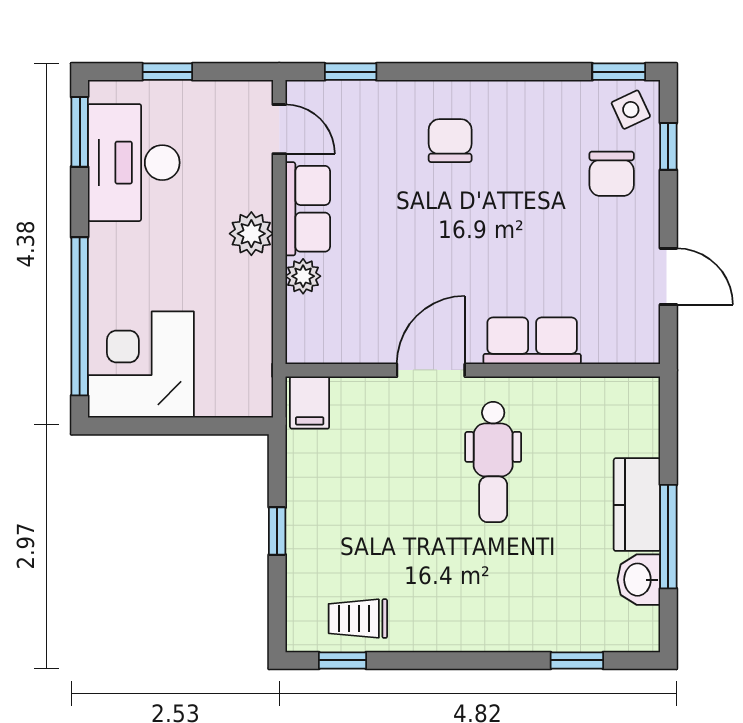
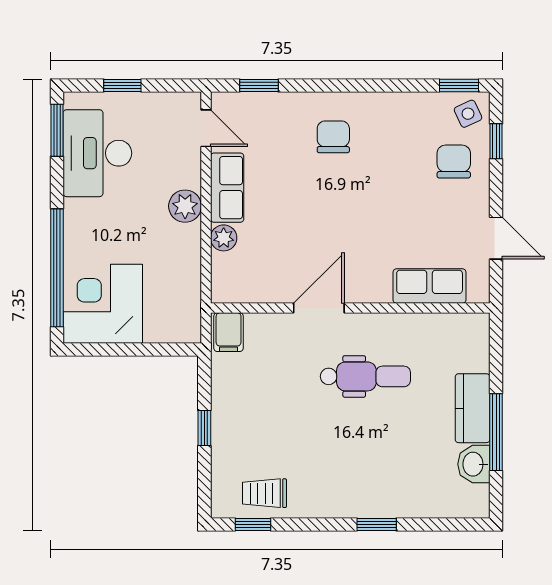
chair: (612, 174) -> (454, 162), turned 180
row of seats: (532, 341) -> (430, 286), moved
dental chair: (493, 462) -> (365, 376), turned -90
window: (577, 660) -> (377, 524), moved

